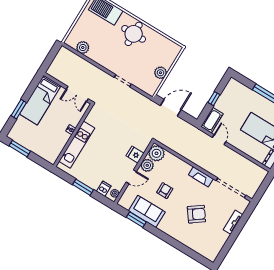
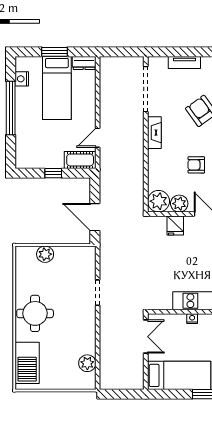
plant: (160, 73) -> (45, 254), moved

